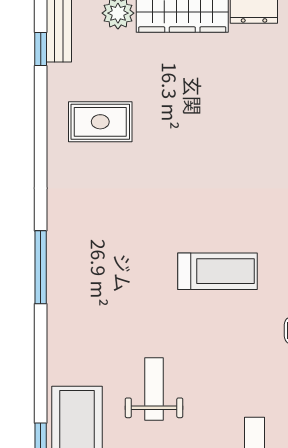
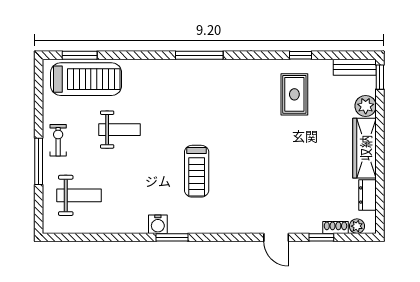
window: (41, 49) -> (300, 55), moved

